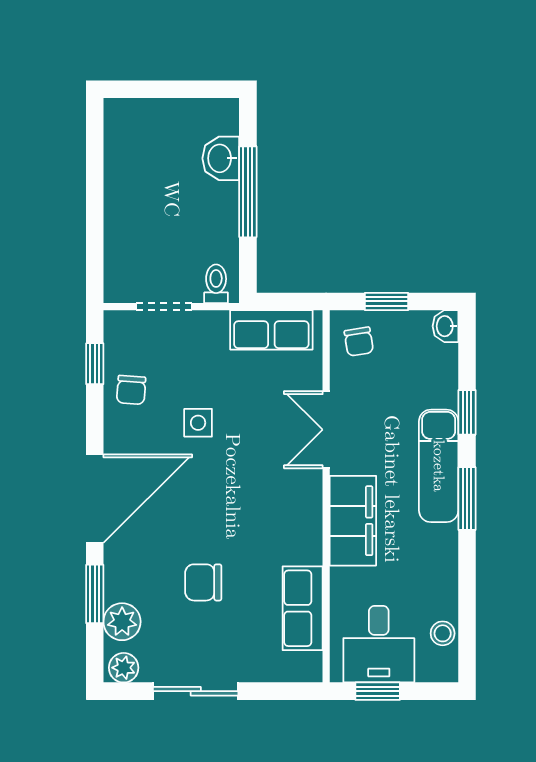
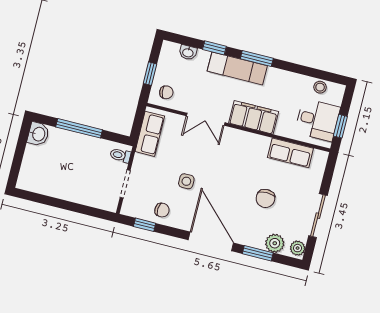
washbasin: (221, 158) -> (38, 134), moved, turned -90
washbasin: (445, 326) -> (188, 52), moved

